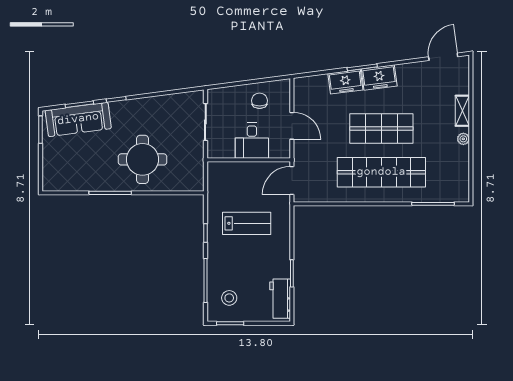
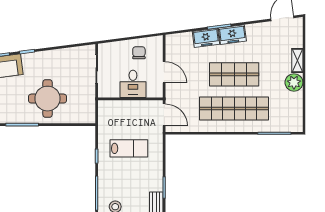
plant: (463, 139) -> (294, 82), width x1.88, depth x1.88
door: (292, 180) -> (164, 115), swing flipped

